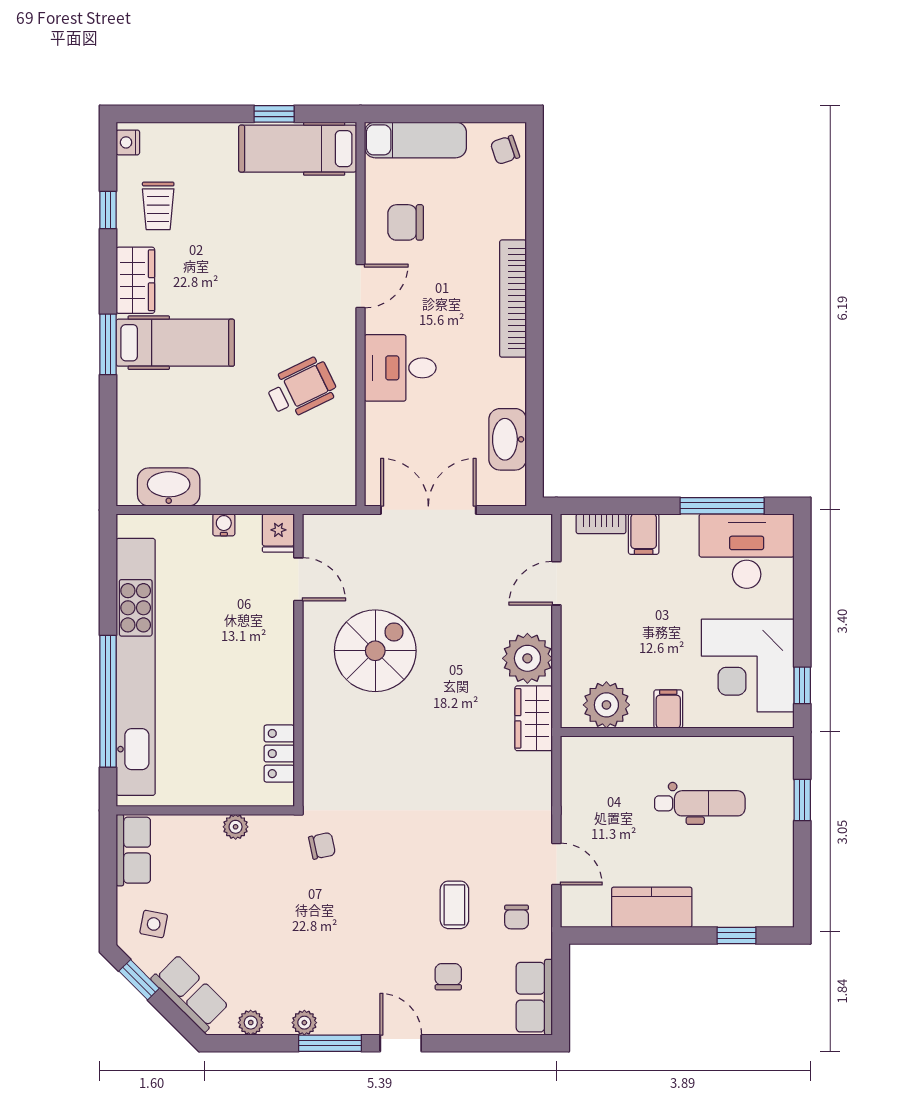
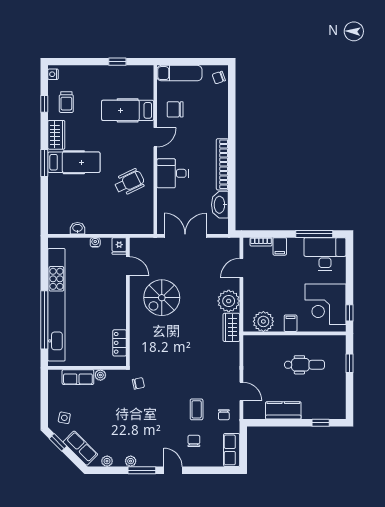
hospital bed: (298, 149) -> (128, 110), moved
bookcase: (513, 299) -> (222, 164), moved
washbasin: (169, 487) -> (77, 228), width x0.52, depth x0.69
spiral stairs: (375, 651) -> (162, 298), turned 180
row of seats: (133, 850) -> (78, 377), moved, turned 90

